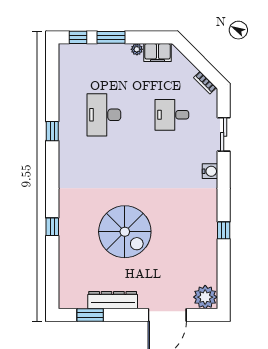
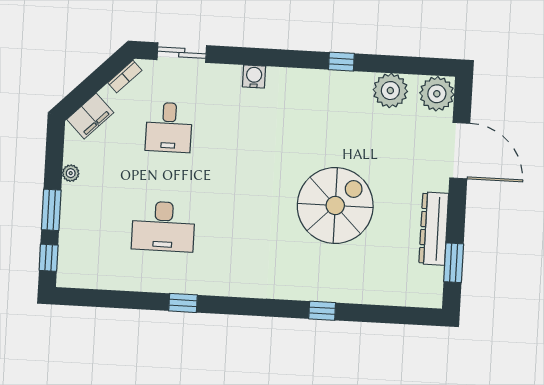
filing cabinet: (157, 53) -> (90, 116), moved, turned 45
sliding door: (224, 134) -> (182, 53), moved
plant: (206, 265) -> (390, 91), added

